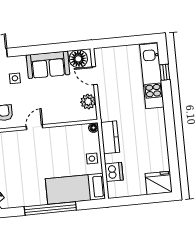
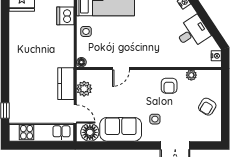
kitchen unit: (152, 76) -> (41, 132), moved, turned -90
door: (35, 127) -> (121, 68), moved
kitchen counter: (110, 137) -> (66, 84), moved

